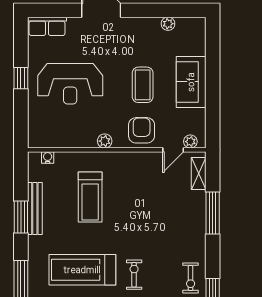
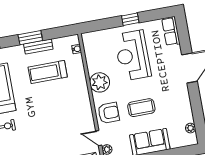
plant: (168, 24) -> (191, 128), moved
plant: (105, 141) -> (100, 82), width x1.88, depth x1.88
treadmill: (90, 197) -> (48, 72), moved
bench: (35, 208) -> (38, 47), width x0.73

